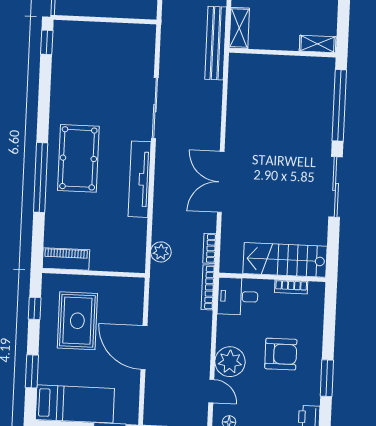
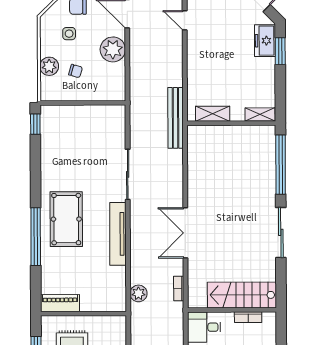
shelving: (239, 28) -> (213, 114), moved, turned 90
bookcase: (208, 287) -> (179, 321), removed

